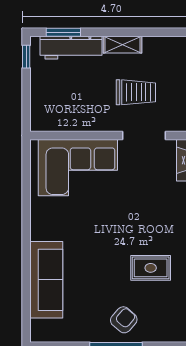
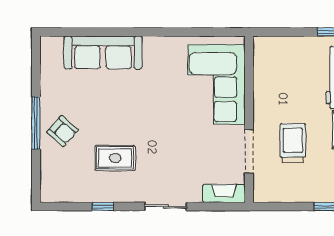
trolley: (136, 92) -> (293, 143), turned 180
rug: (151, 268) -> (115, 158), turned 90

